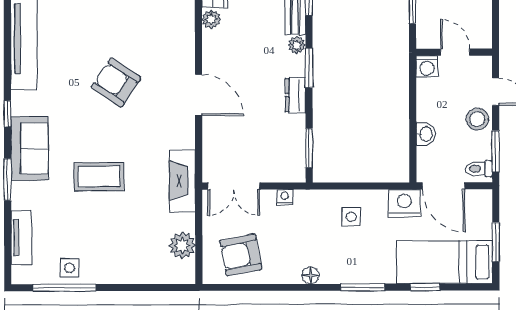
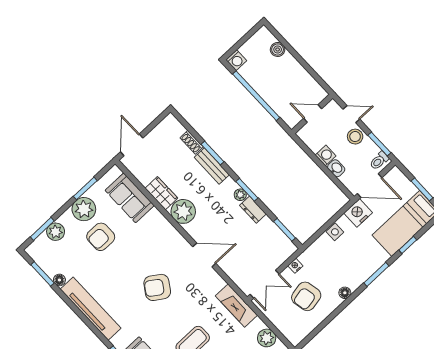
plant: (211, 19) -> (183, 211), width x1.87, depth x1.87
plant: (297, 45) -> (240, 195), moved
washing machine: (427, 67) -> (326, 155), moved, turned -90
side table: (351, 217) -> (335, 232), moved
armchair: (241, 255) -> (306, 296), moved

